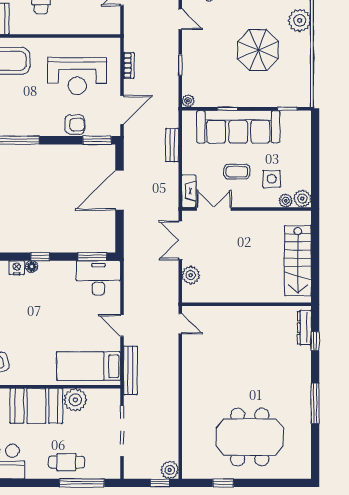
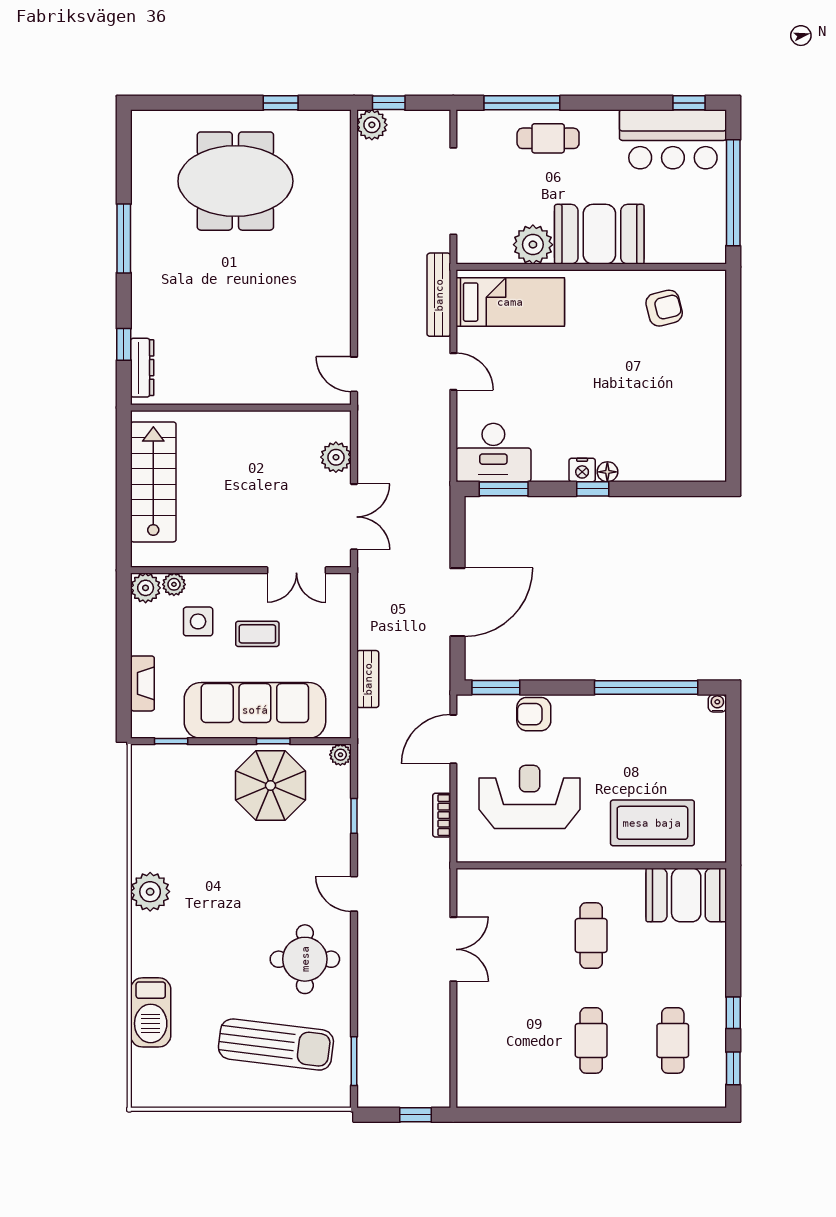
parasol: (258, 50) -> (271, 786), moved
fireplace: (189, 191) -> (142, 683), moved, turned 180
nightstand: (17, 268) -> (582, 470), moved

